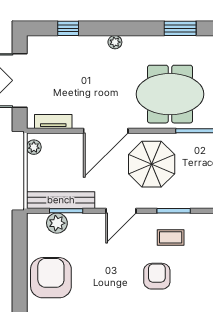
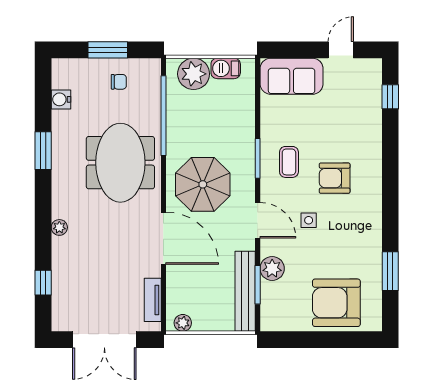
plant: (57, 223) -> (272, 268), moved
side table: (121, 254) -> (309, 220), added

